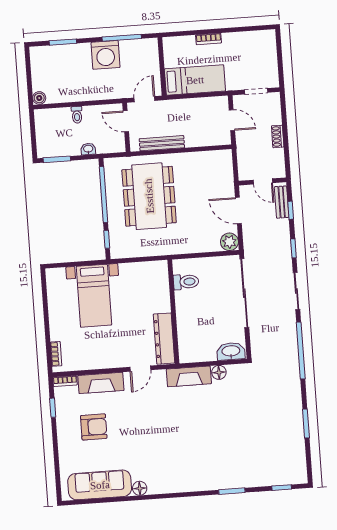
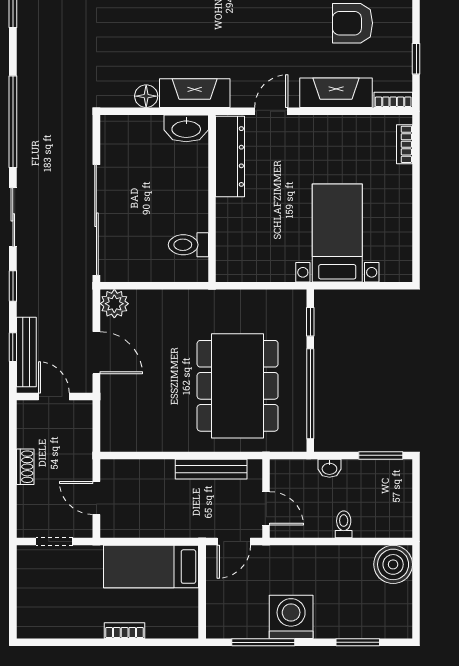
boiler: (39, 98) -> (393, 564), width x1.86, depth x1.86
bench: (282, 202) -> (26, 352), width x1.36
washbasin: (231, 351) -> (186, 128), moved

